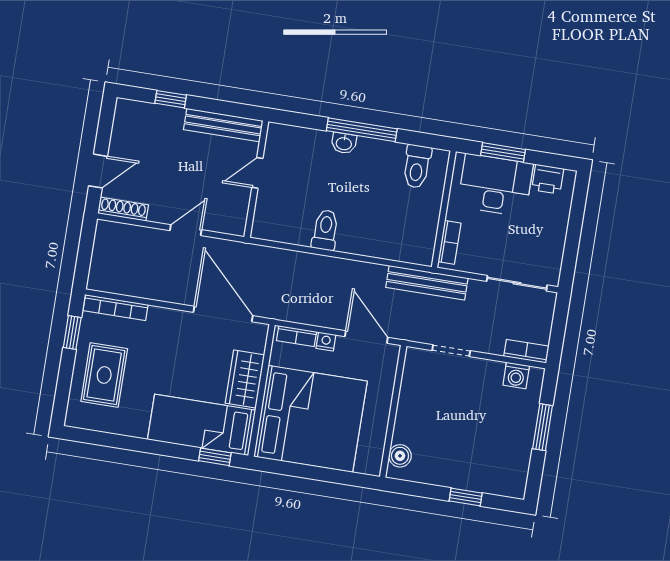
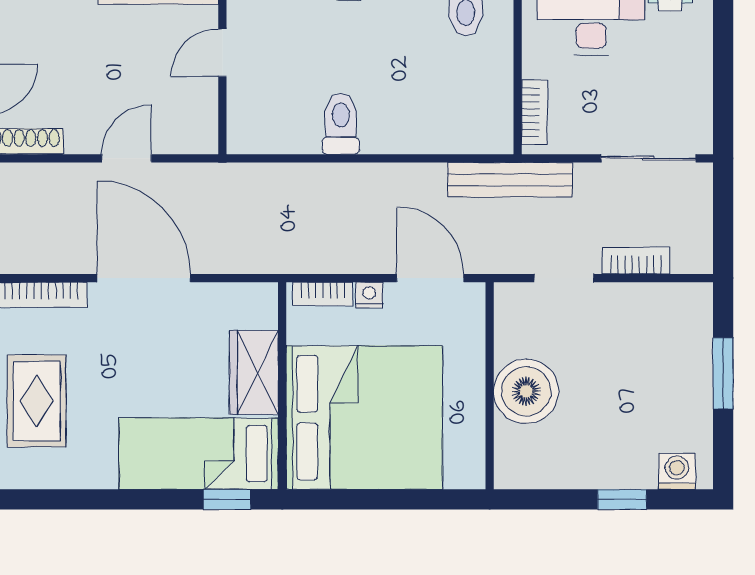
door: (223, 314) -> (144, 278), moved
bookcase: (526, 351) -> (636, 261), moved
washing machine: (516, 375) -> (677, 471), moved, turned 180
boiler: (400, 456) -> (526, 391), moved, width x1.86, depth x1.86

